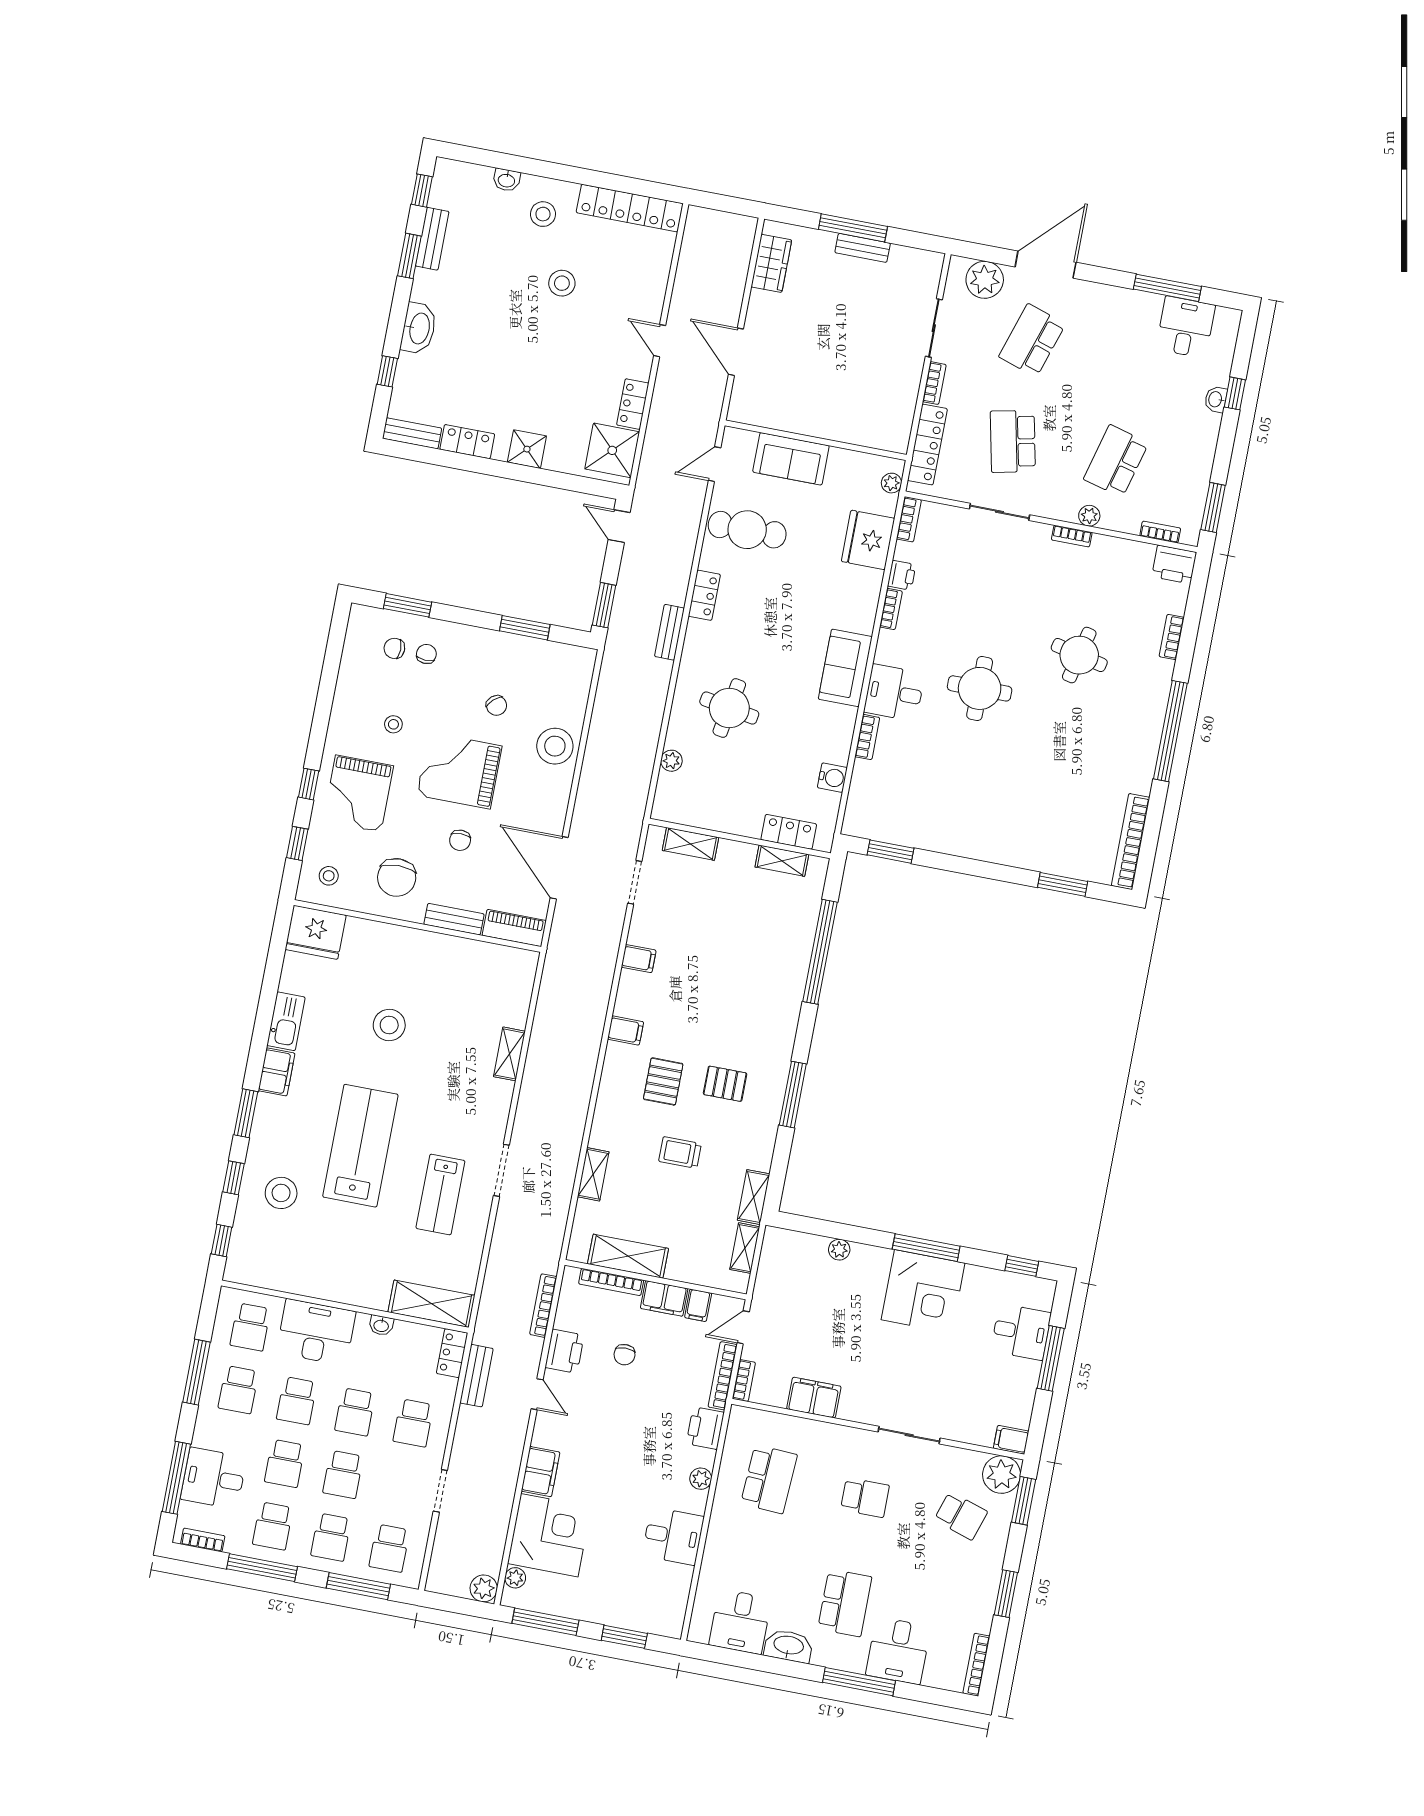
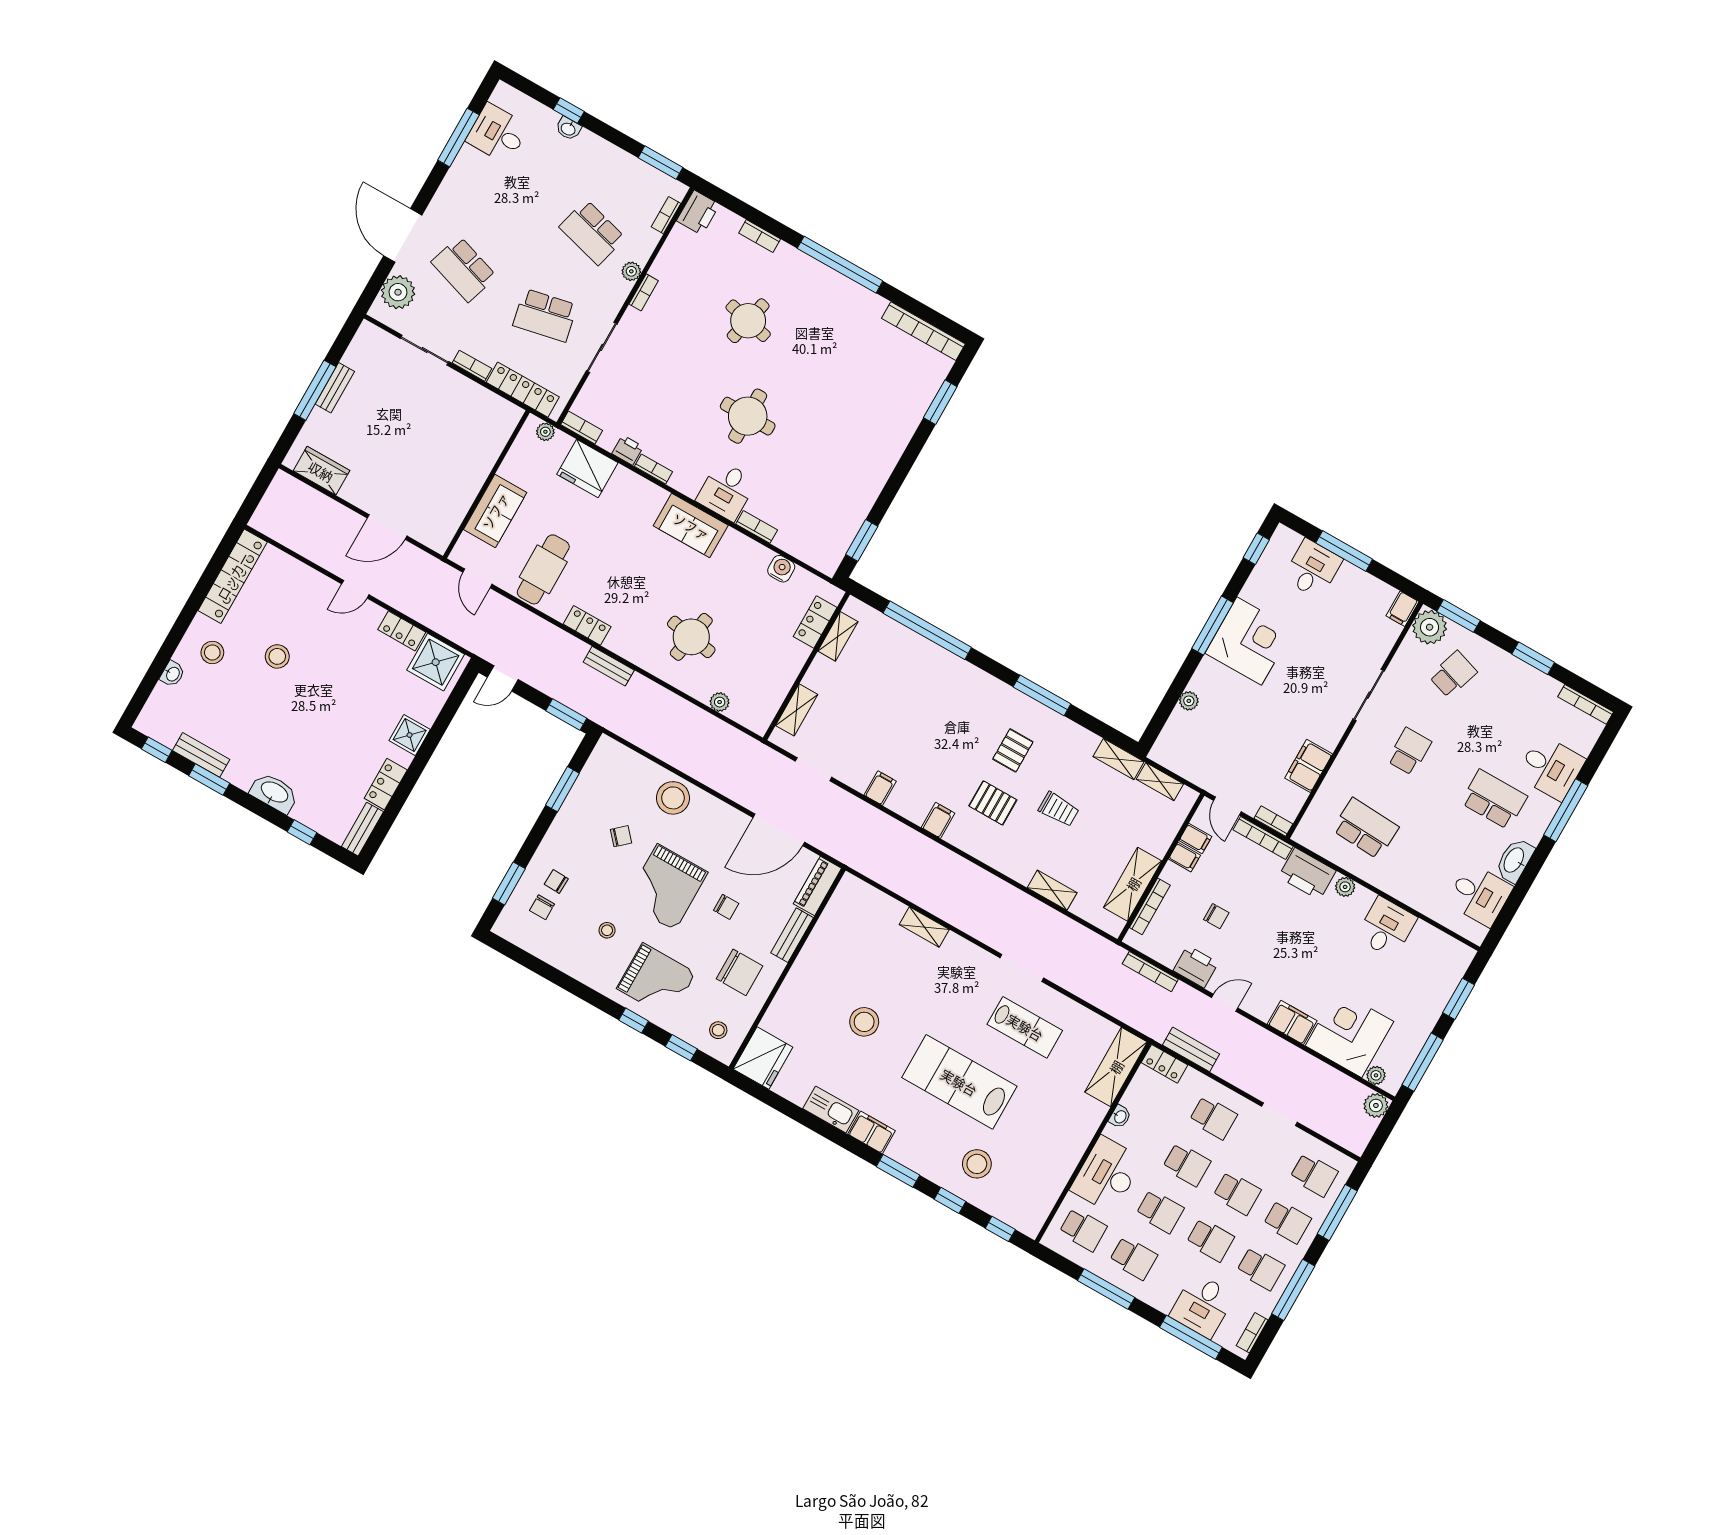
trolley: (680, 1152) -> (1059, 809), turned -90
filing cabinet: (664, 1298) -> (1184, 857), width x0.50
printer: (705, 1428) -> (1307, 874), width x1.37, depth x1.19

